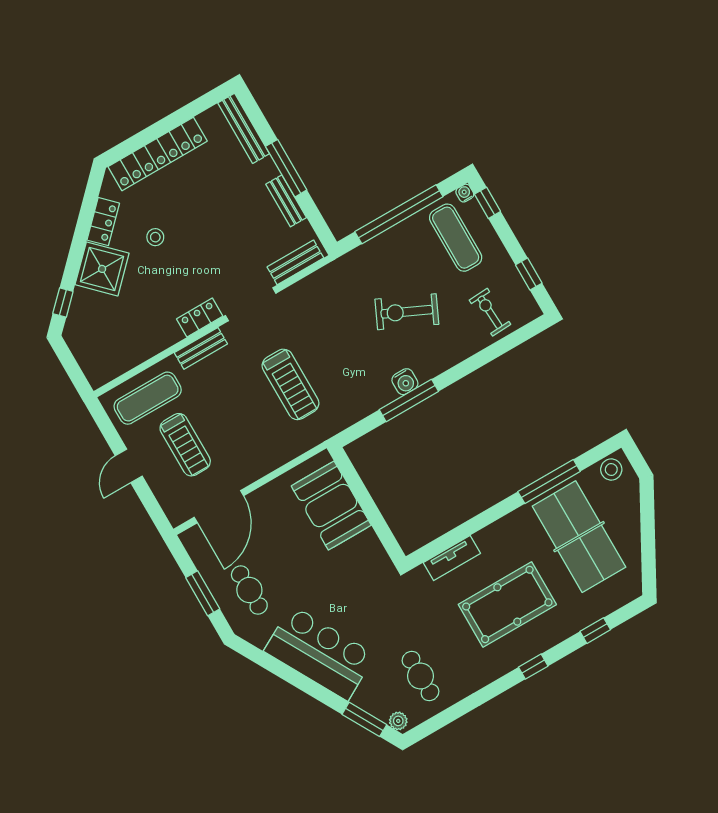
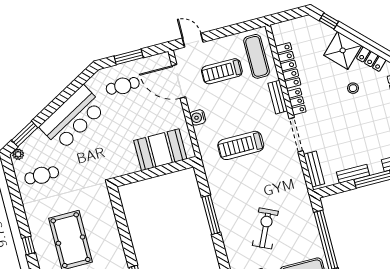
locker: (148, 346) -> (288, 65), added
water cooler: (405, 382) -> (198, 117), moved
door: (129, 466) -> (193, 40), moved
tv unit: (452, 558) -> (108, 214), removed

